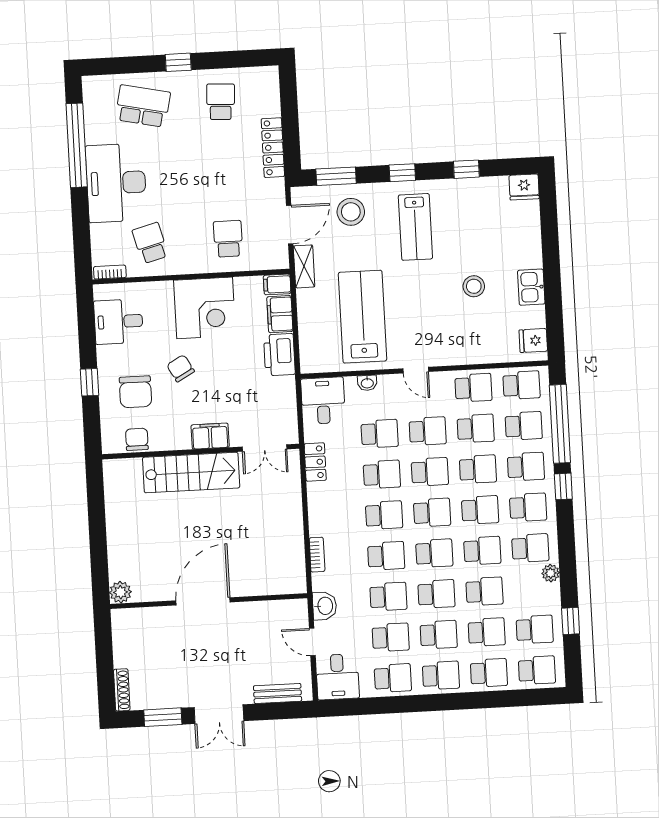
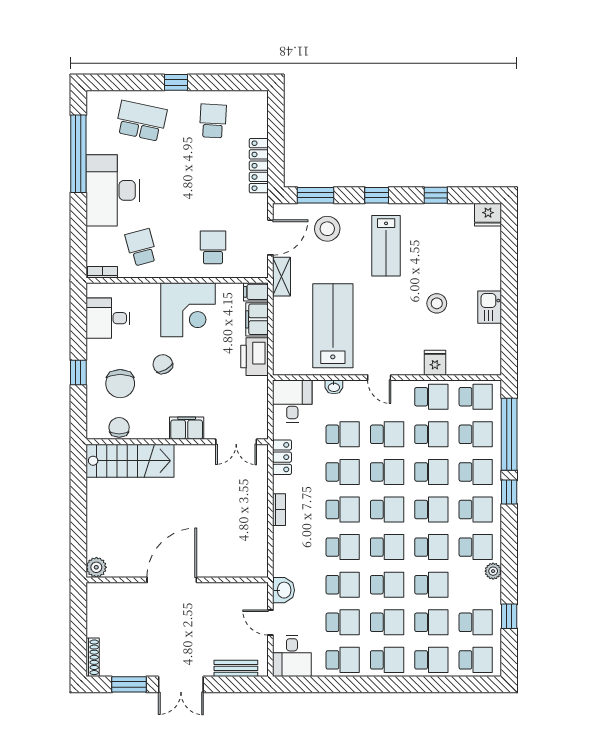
fridge: (533, 341) -> (435, 363), moved, turned 90
stairs: (191, 473) -> (130, 461), moved
bookcase: (317, 555) -> (279, 510), moved

